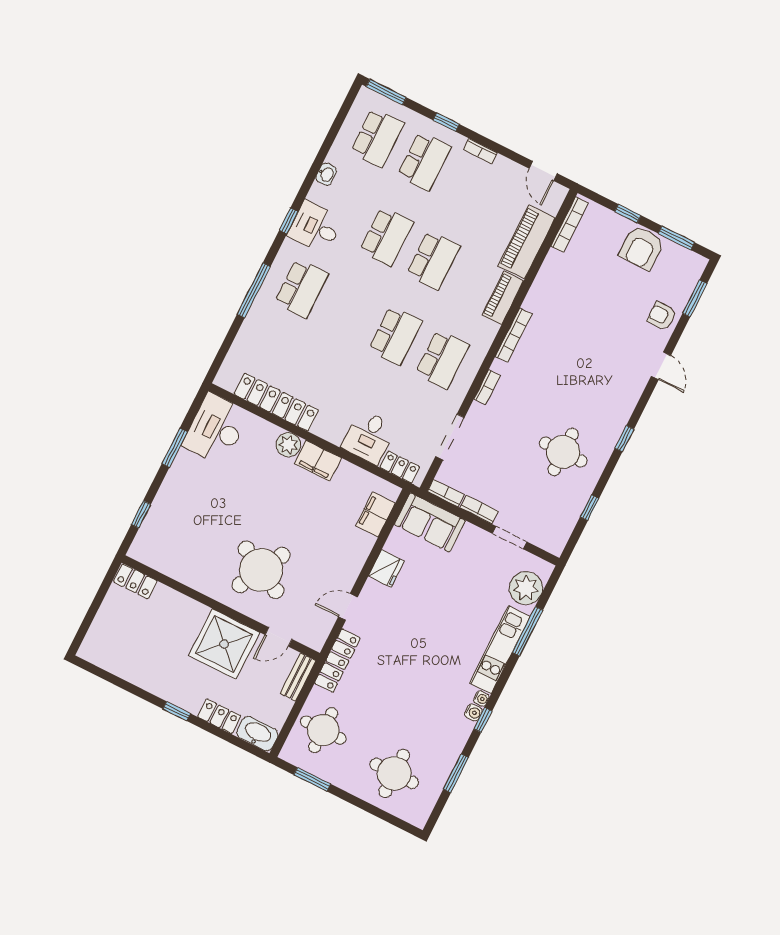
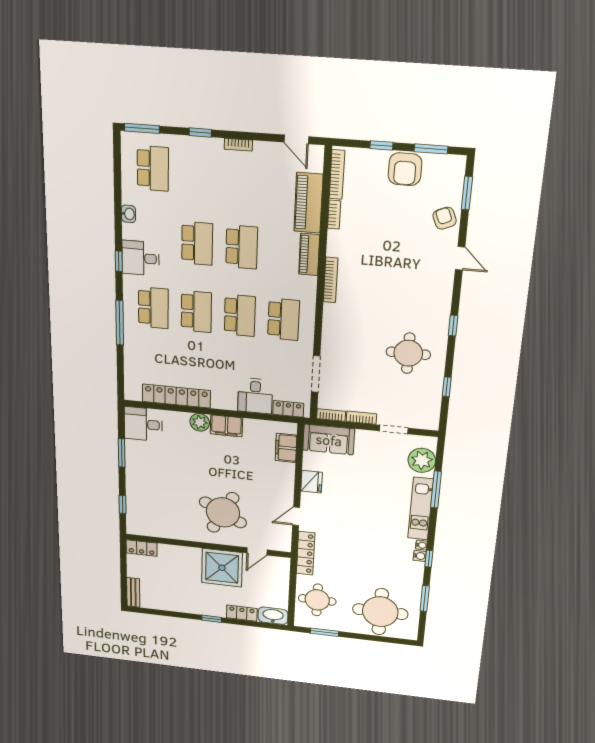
school desk: (424, 161) -> (196, 312), moved
armchair: (662, 316) -> (445, 218), turned 67
bookcase: (487, 387) -> (334, 215), moved
desk: (216, 429) -> (143, 424), width x0.73
bench: (298, 677) -> (133, 592), moved
round table: (394, 773) -> (380, 612), width x1.36, depth x1.36

